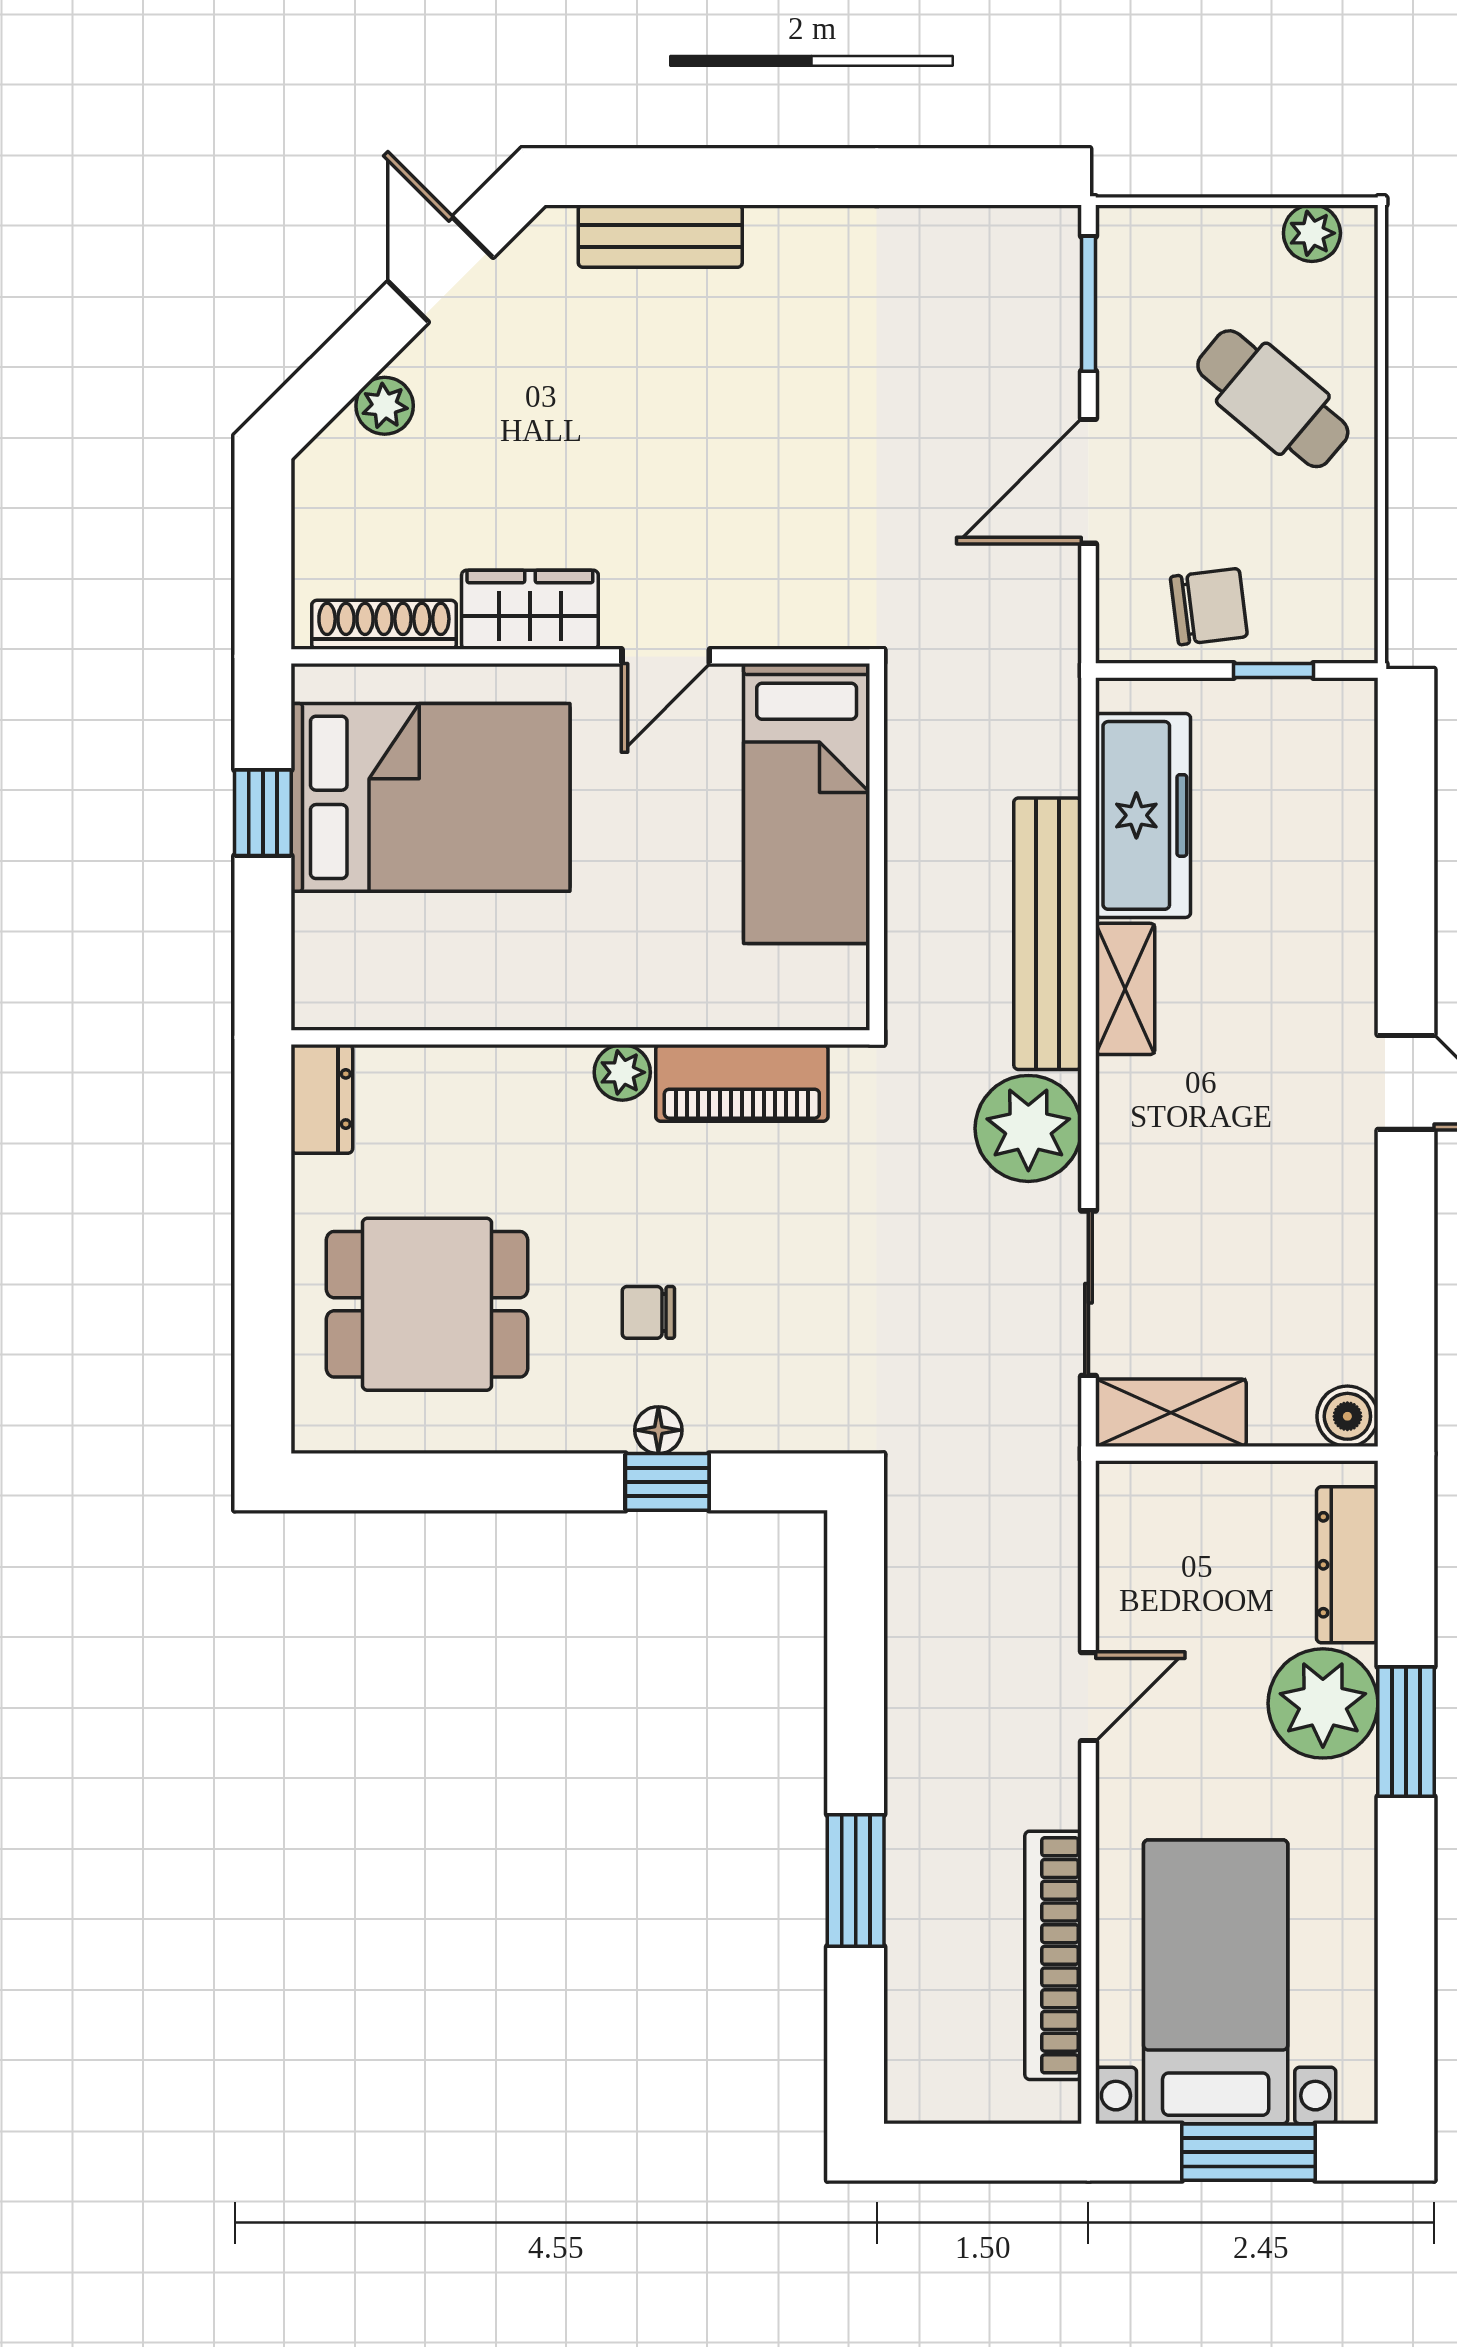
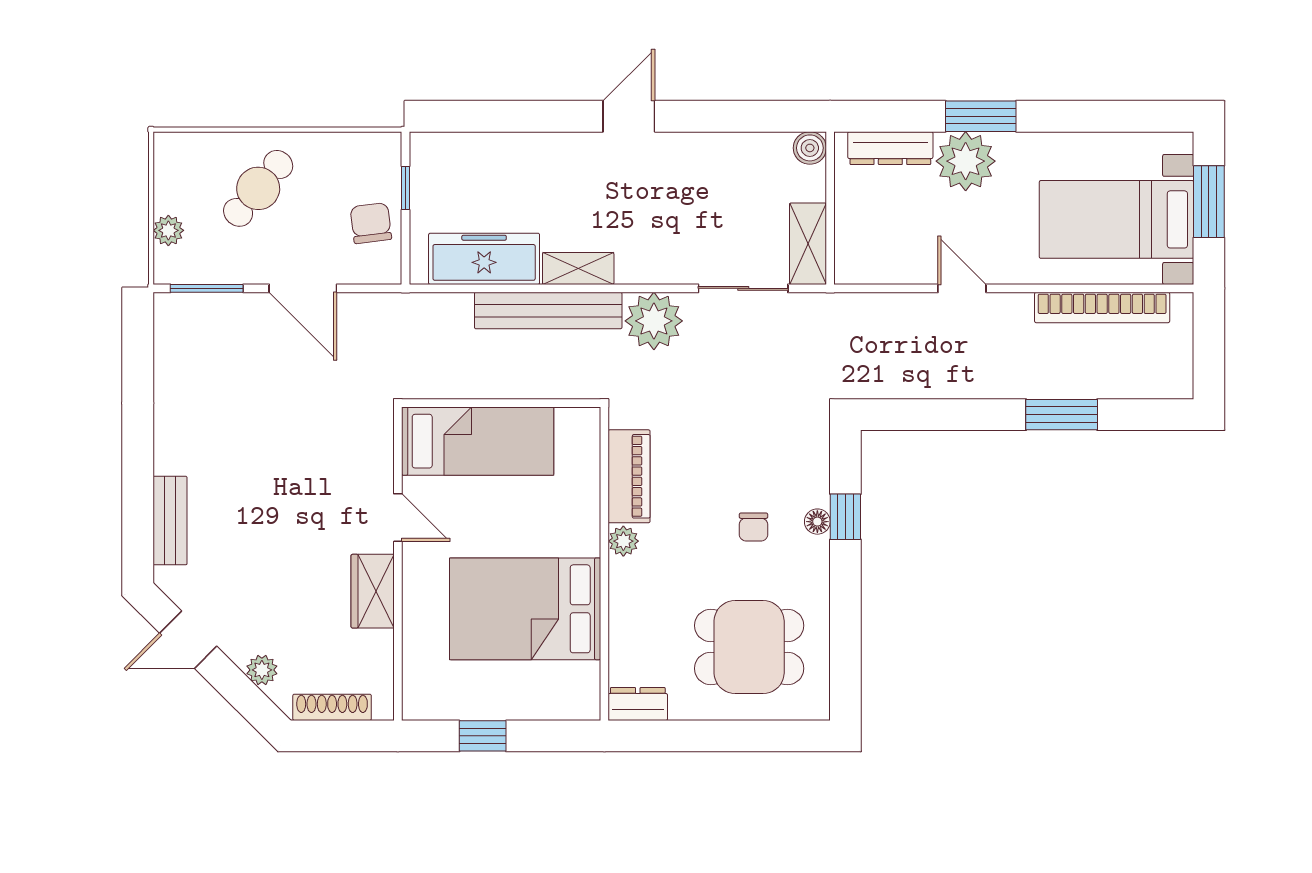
plant: (1312, 233) -> (168, 230), moved
shoe rack: (384, 625) -> (332, 707), moved, turned 90
bed: (430, 797) -> (525, 609), moved, turned -90
dining table: (427, 1304) -> (749, 647), turned 90

